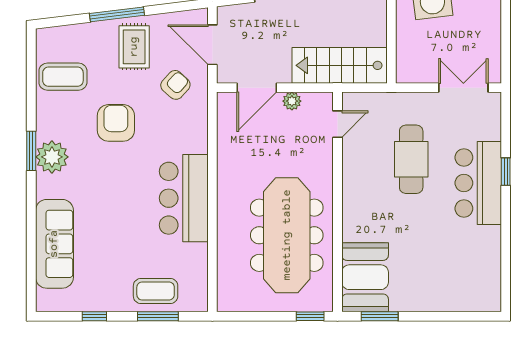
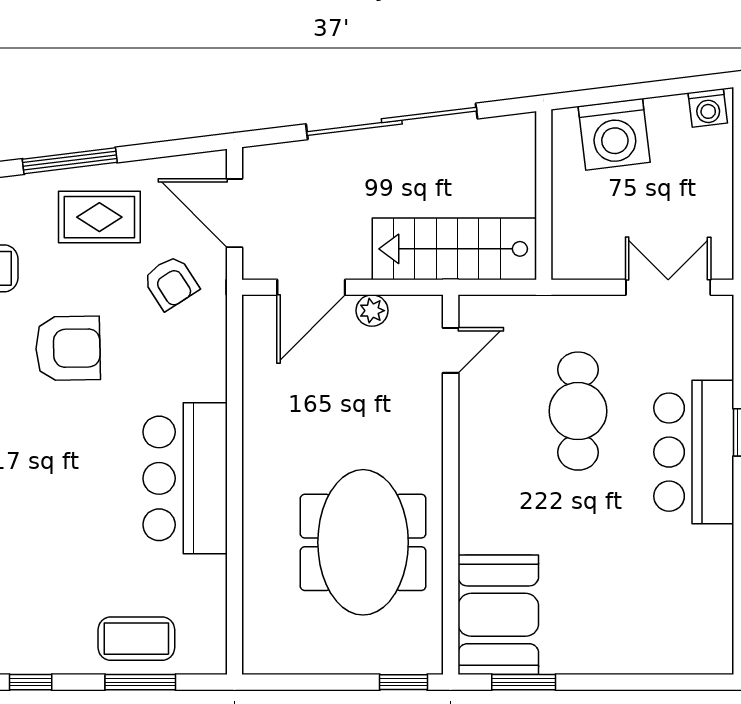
rug: (134, 47) -> (99, 217), turned 90
armchair: (175, 85) -> (171, 283), turned 105
armchair: (116, 123) -> (68, 348), turned 89
meeting table: (287, 235) -> (363, 542), width x0.73

